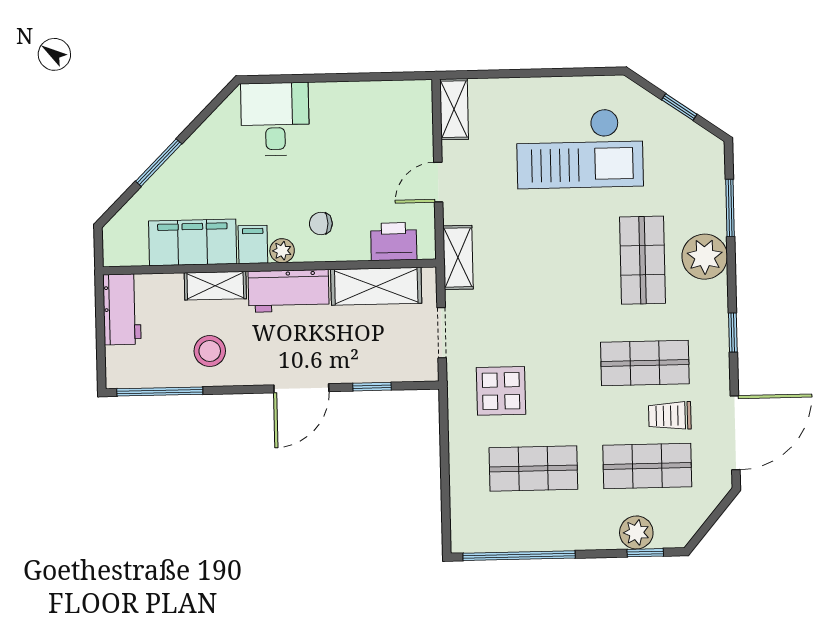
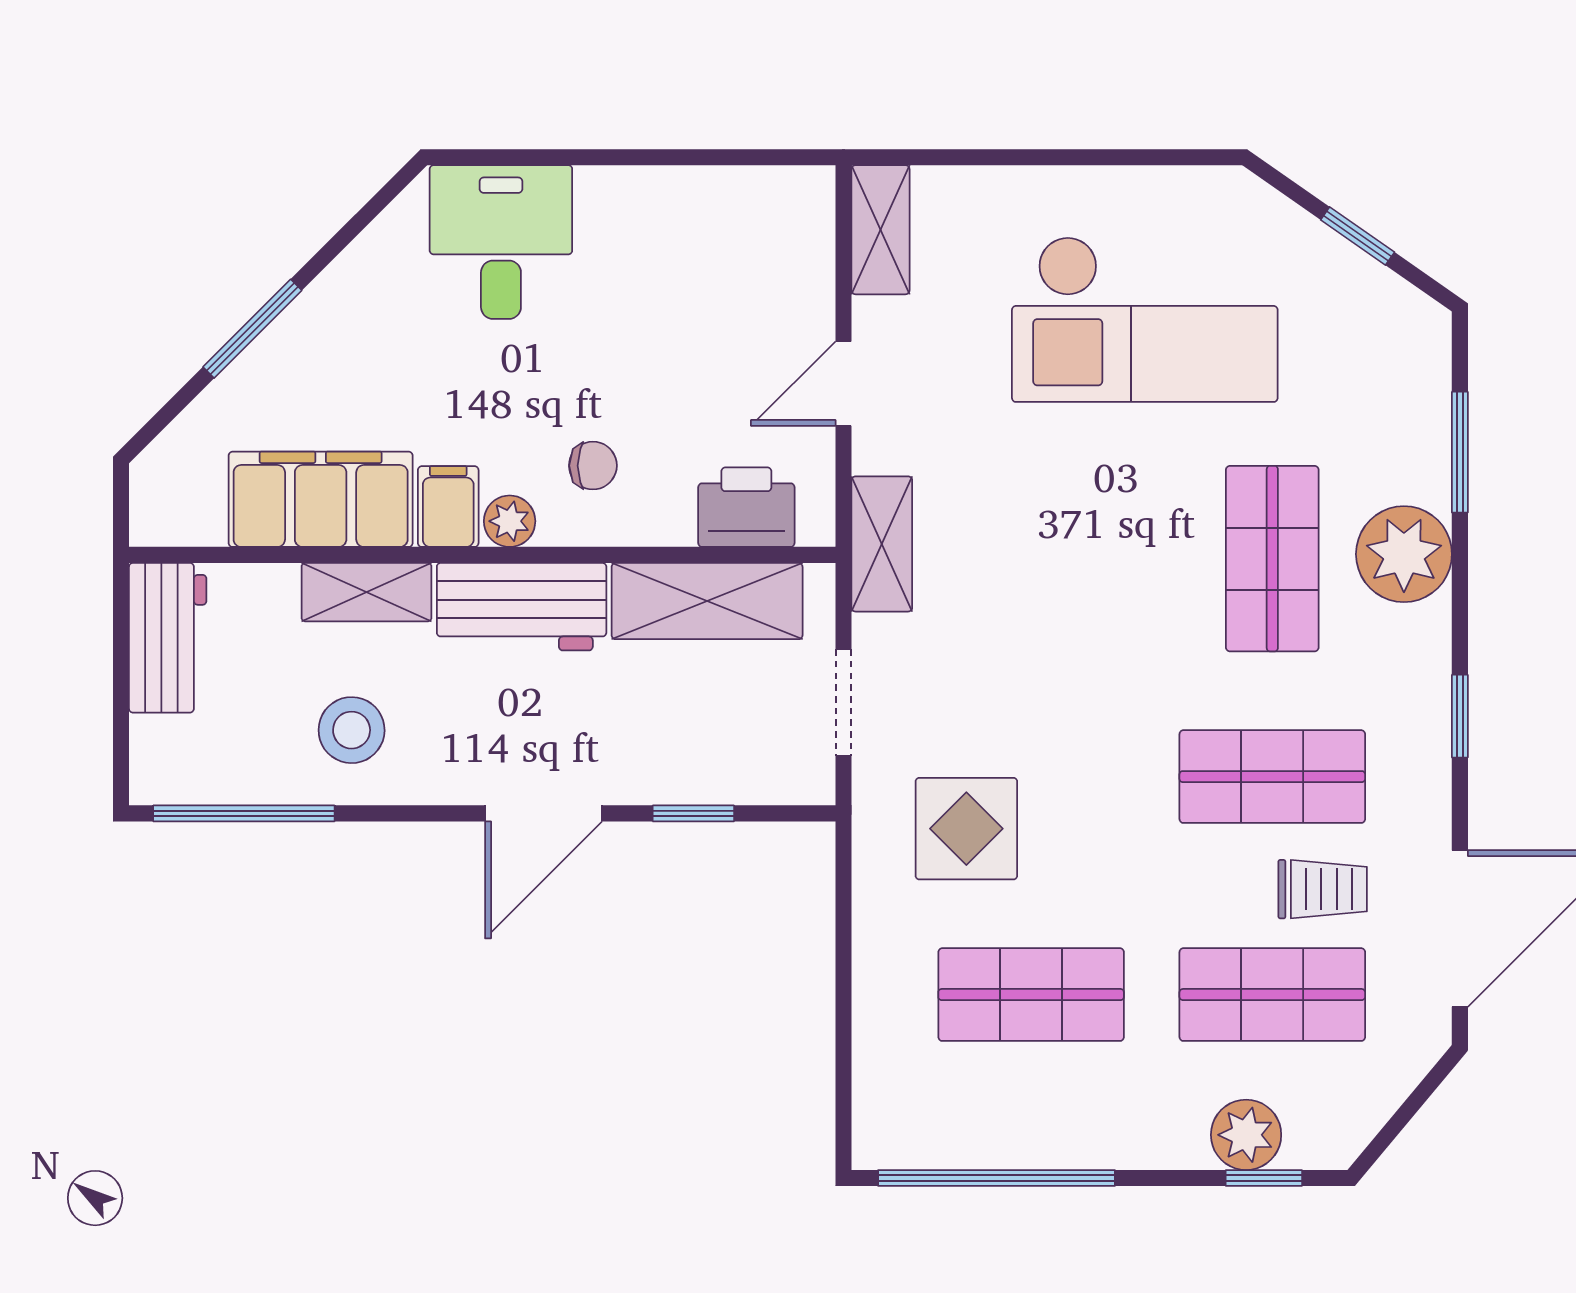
chair: (321, 224) -> (593, 466), turned 180
trolley: (670, 416) -> (1323, 889), turned 180

